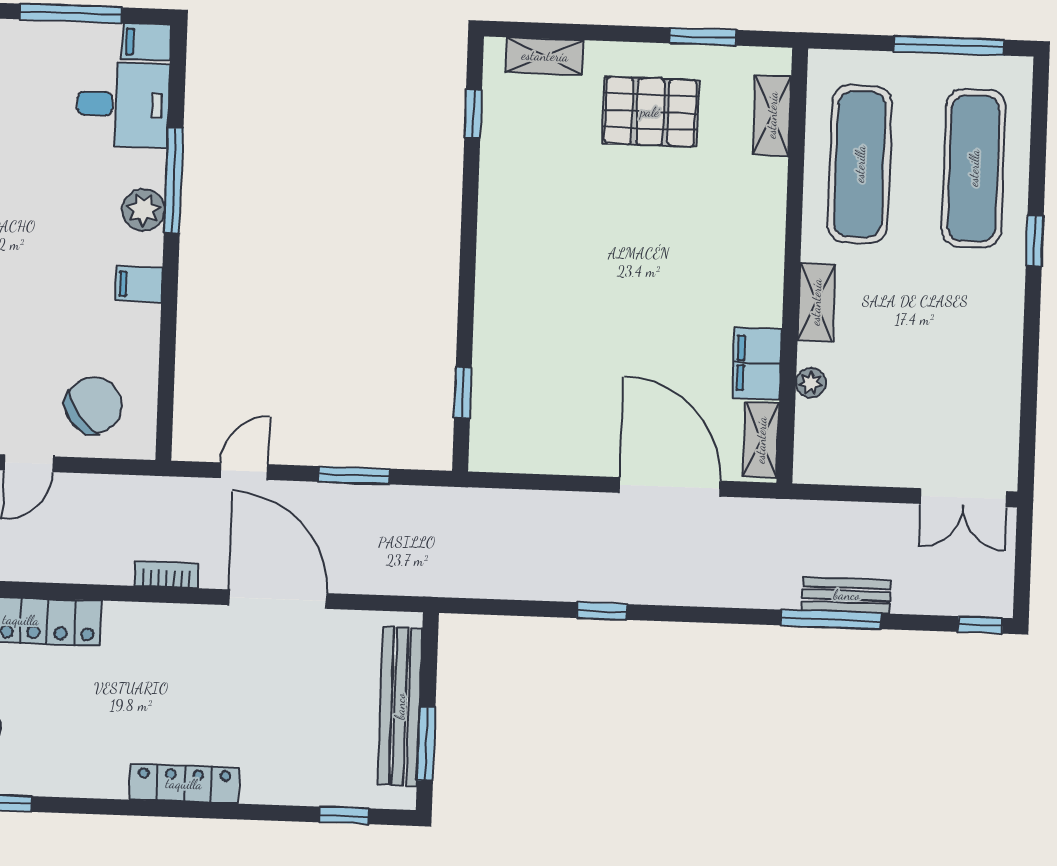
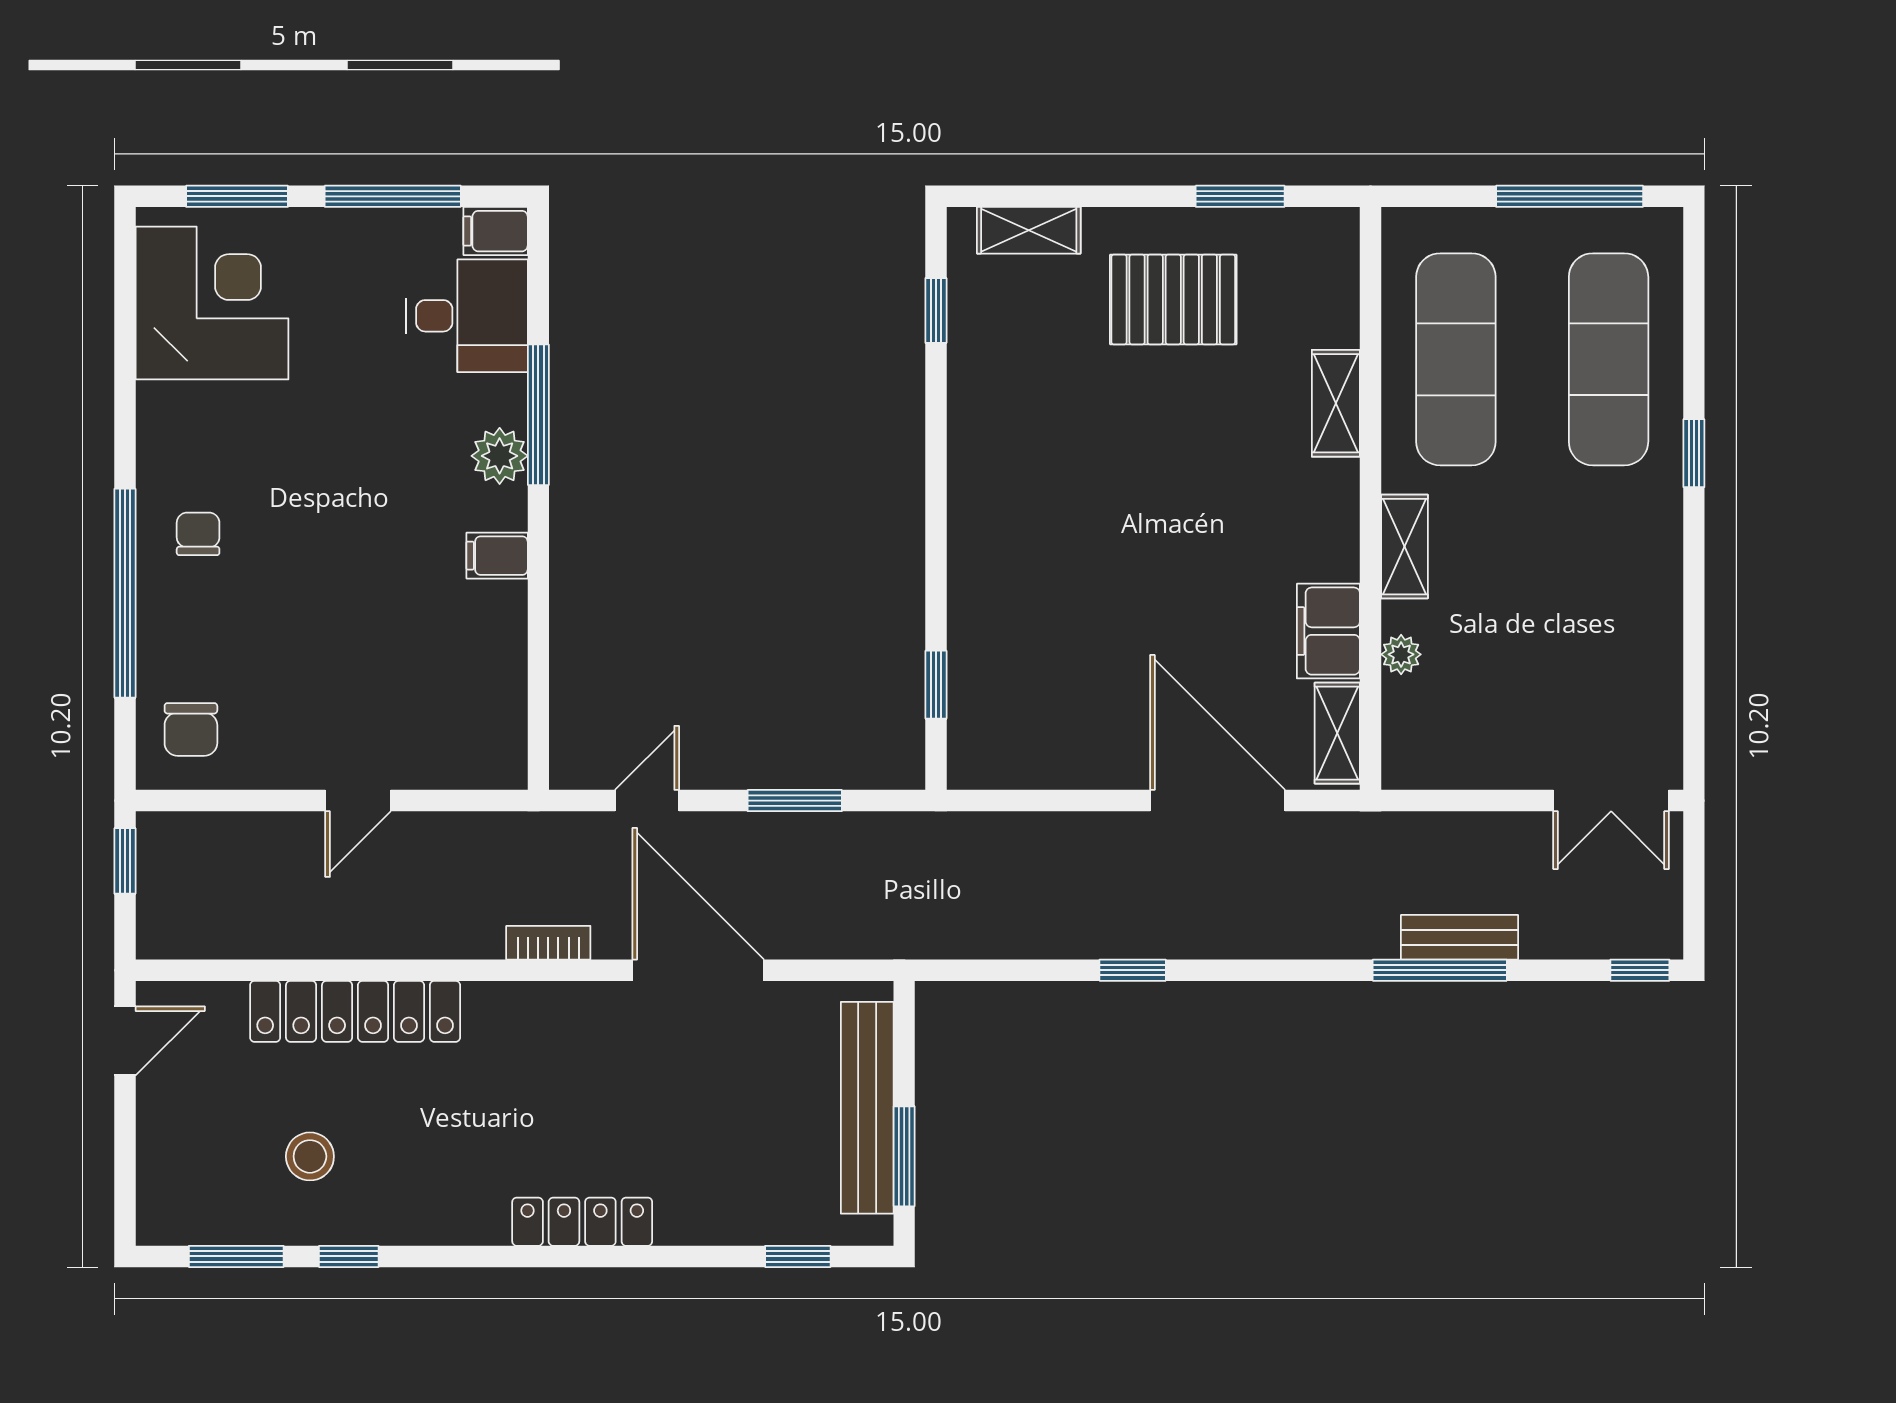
shelving: (772, 115) -> (1336, 403), moved
chair: (94, 405) -> (442, 720), removed

